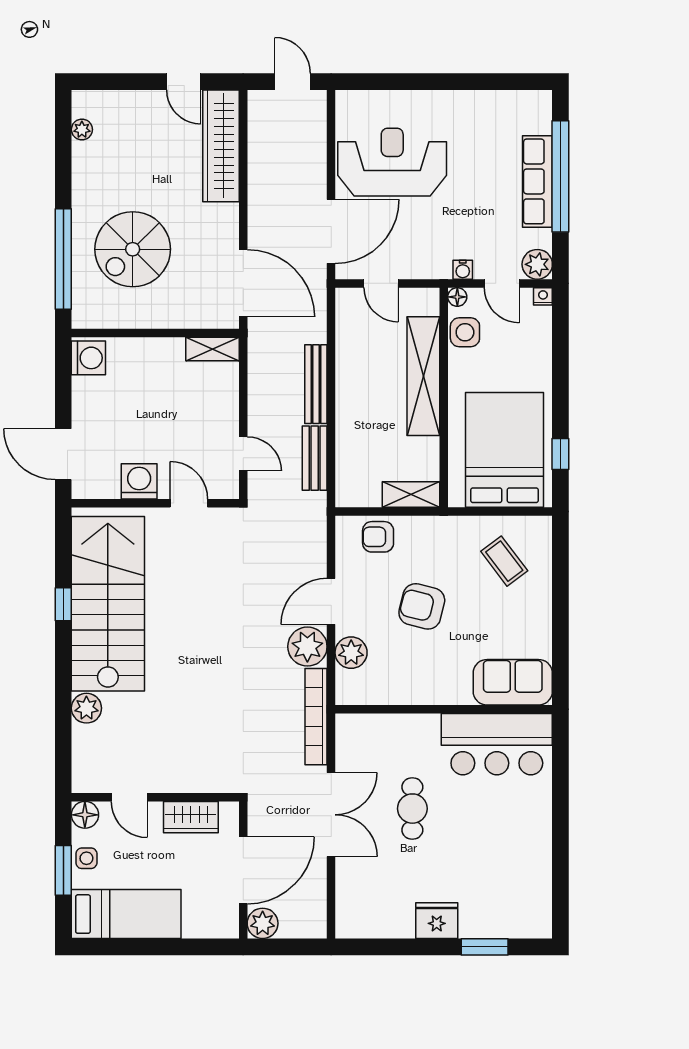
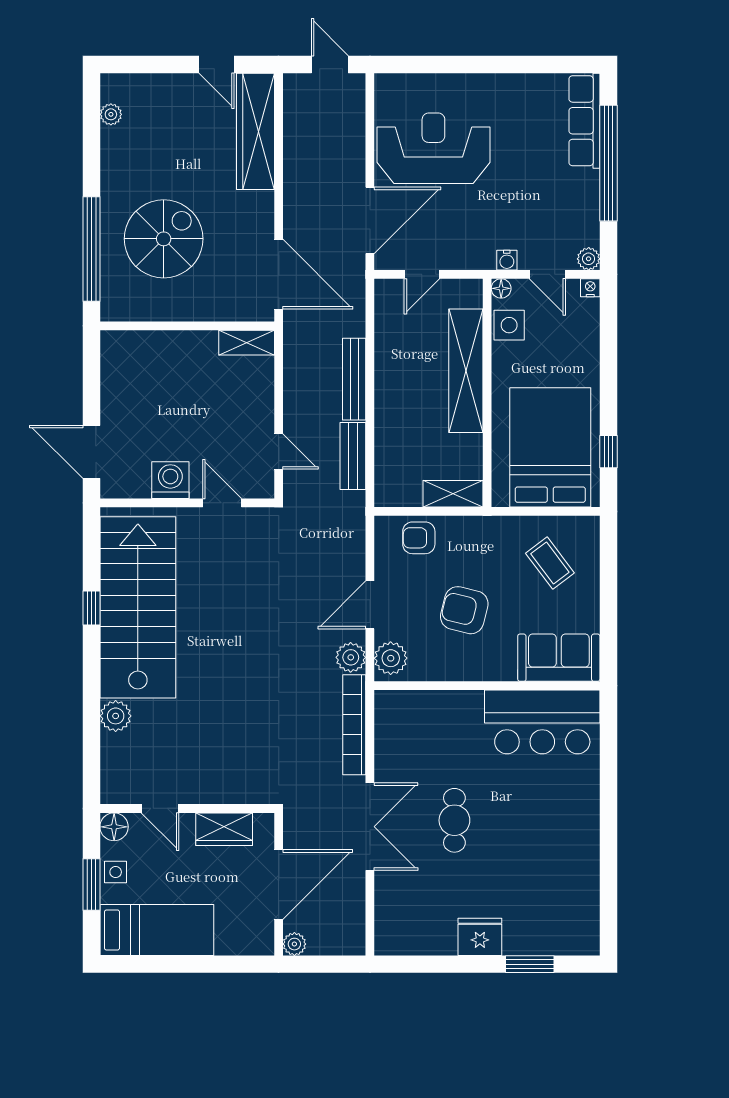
row of seats: (537, 181) -> (584, 121), moved
spiral stairs: (133, 249) -> (164, 239), turned 180
plant: (537, 264) -> (589, 259), width x0.73, depth x0.73
door: (381, 283) -> (422, 274), hinge flipped
washing machine: (88, 358) -> (118, 352), removed
plant: (307, 647) -> (351, 657), width x0.73, depth x0.73
sofa: (513, 682) -> (559, 658), moved
wall: (444, 709) -> (487, 686), moved
bar counter: (497, 744) -> (542, 722), moved
plant: (263, 923) -> (294, 944), width x0.73, depth x0.73

